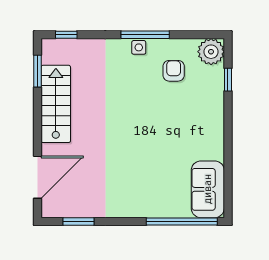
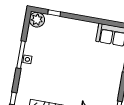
armchair: (174, 71) -> (44, 42), removed

